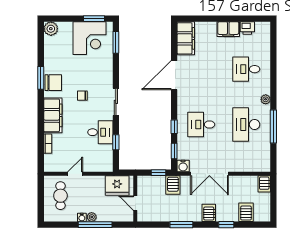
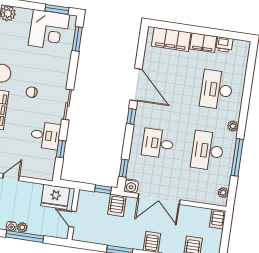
filing cabinet: (186, 38) -> (171, 39), moved, turned 90
desk: (246, 69) -> (217, 90), width x1.37
door: (174, 75) -> (136, 85), swing flipped
window: (174, 127) -> (131, 116), moved
plant: (266, 160) -> (223, 193), added

